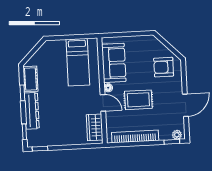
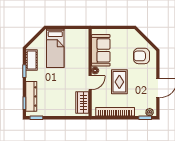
bed: (78, 62) -> (55, 48), moved
rug: (138, 100) -> (119, 82), turned 90
door: (103, 103) -> (90, 83), hinge flipped
dresser: (32, 111) -> (31, 96), moved

